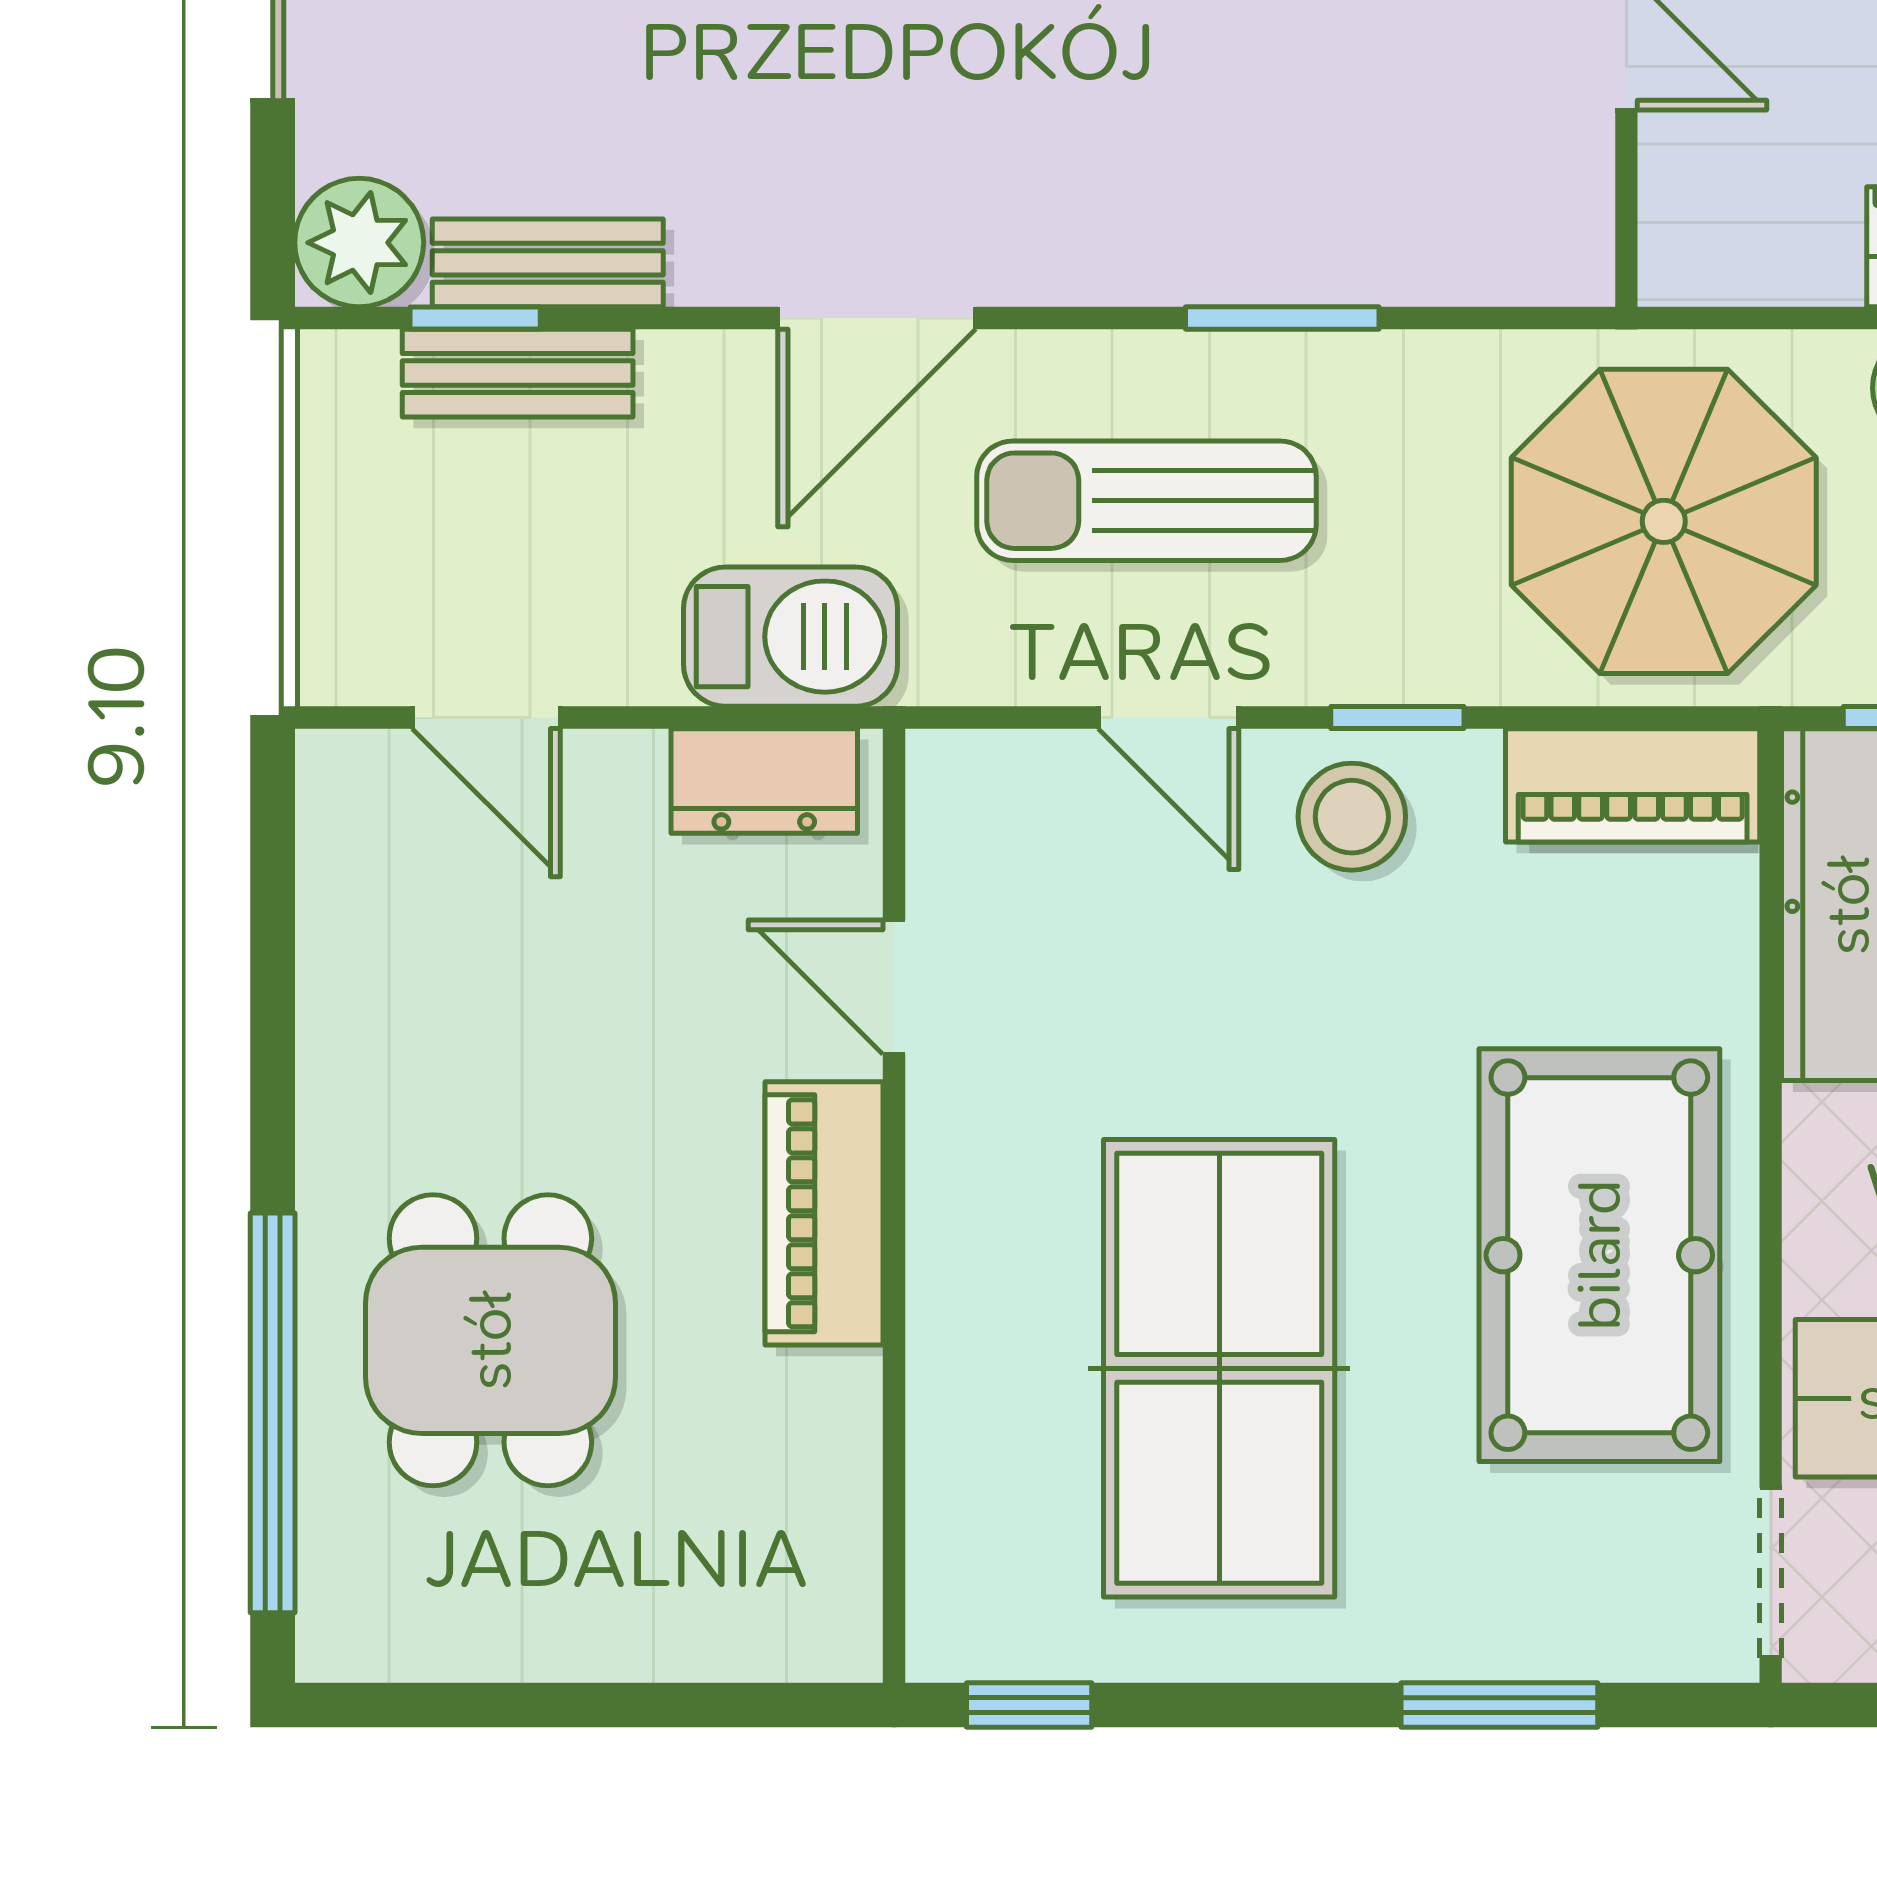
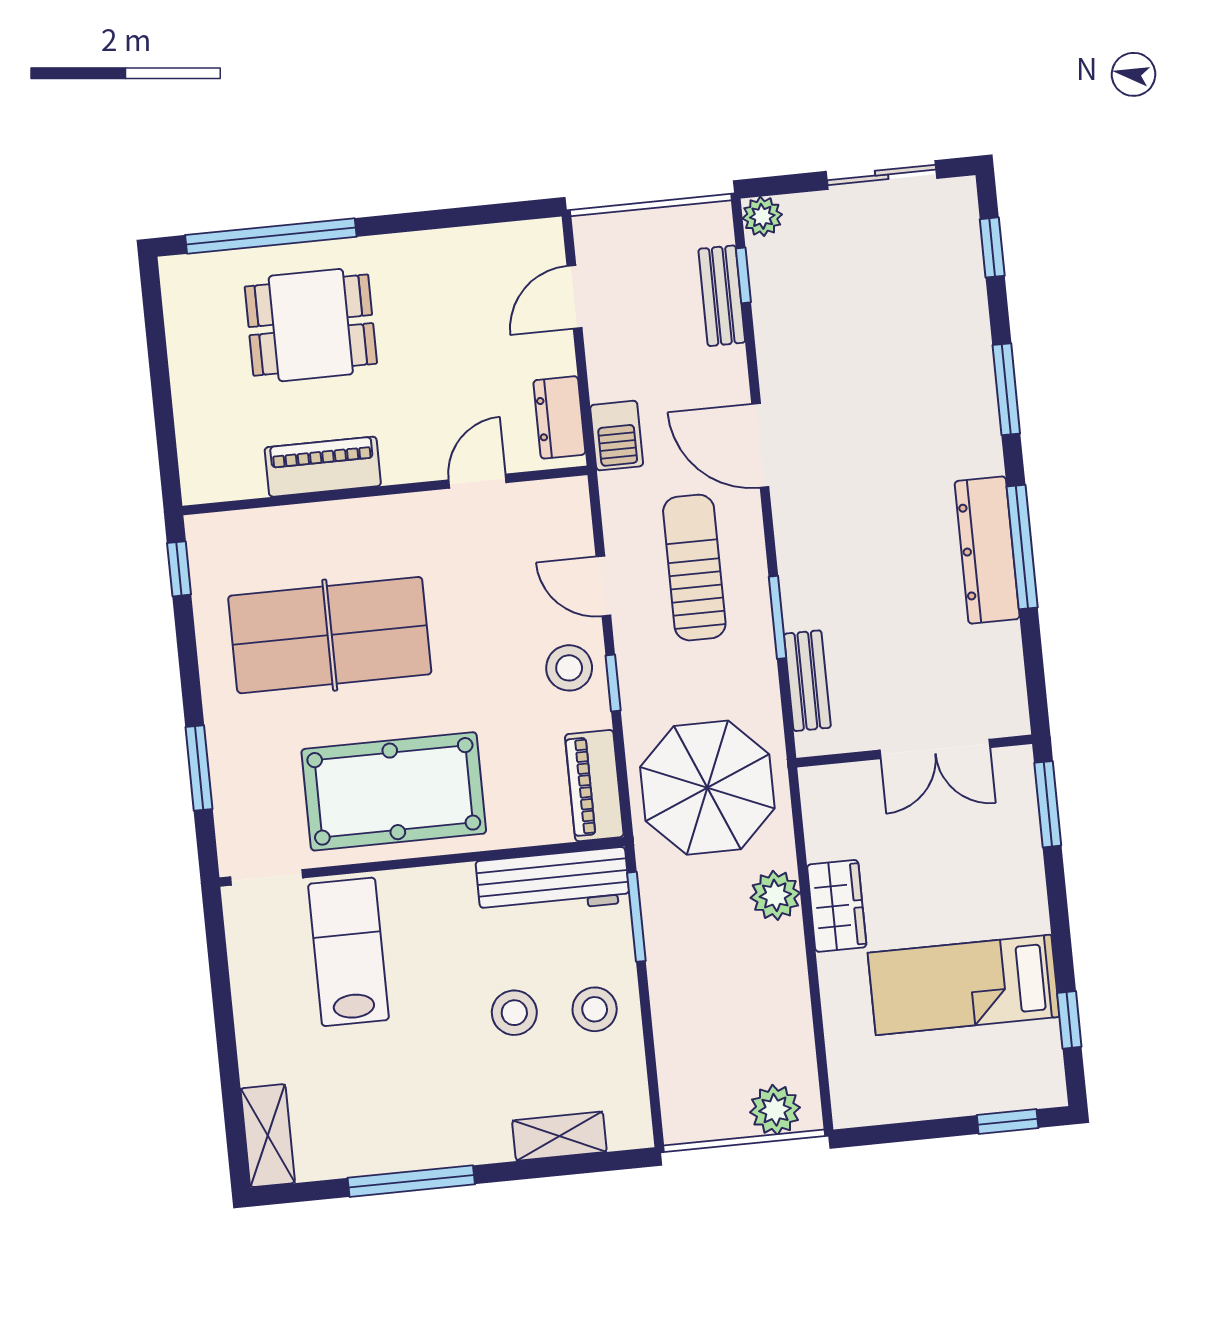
plant: (359, 243) -> (762, 216), width x0.73, depth x0.73
bench: (548, 263) -> (807, 681), moved
barbecue: (791, 637) -> (617, 436), width x0.73, depth x0.79
door: (1168, 717) -> (603, 586), hinge flipped
piano: (824, 1213) -> (323, 467), moved

